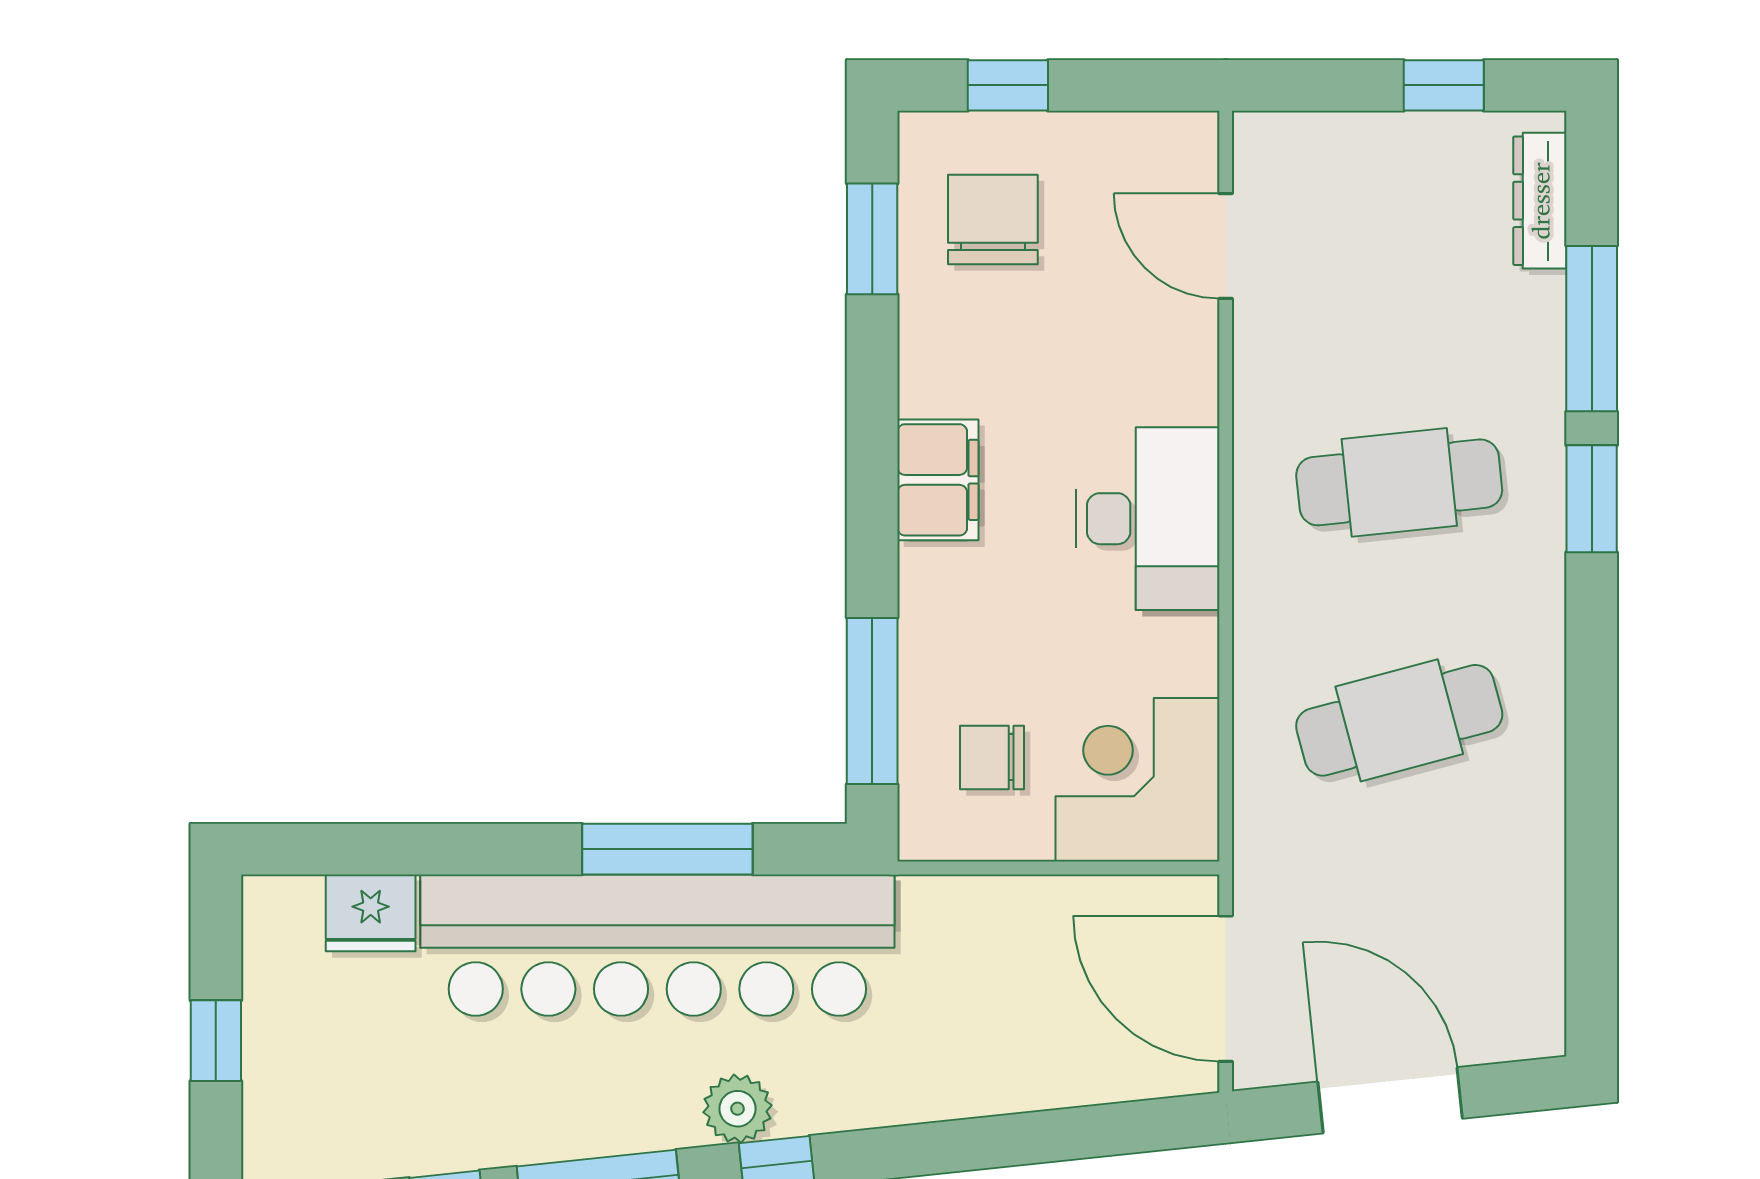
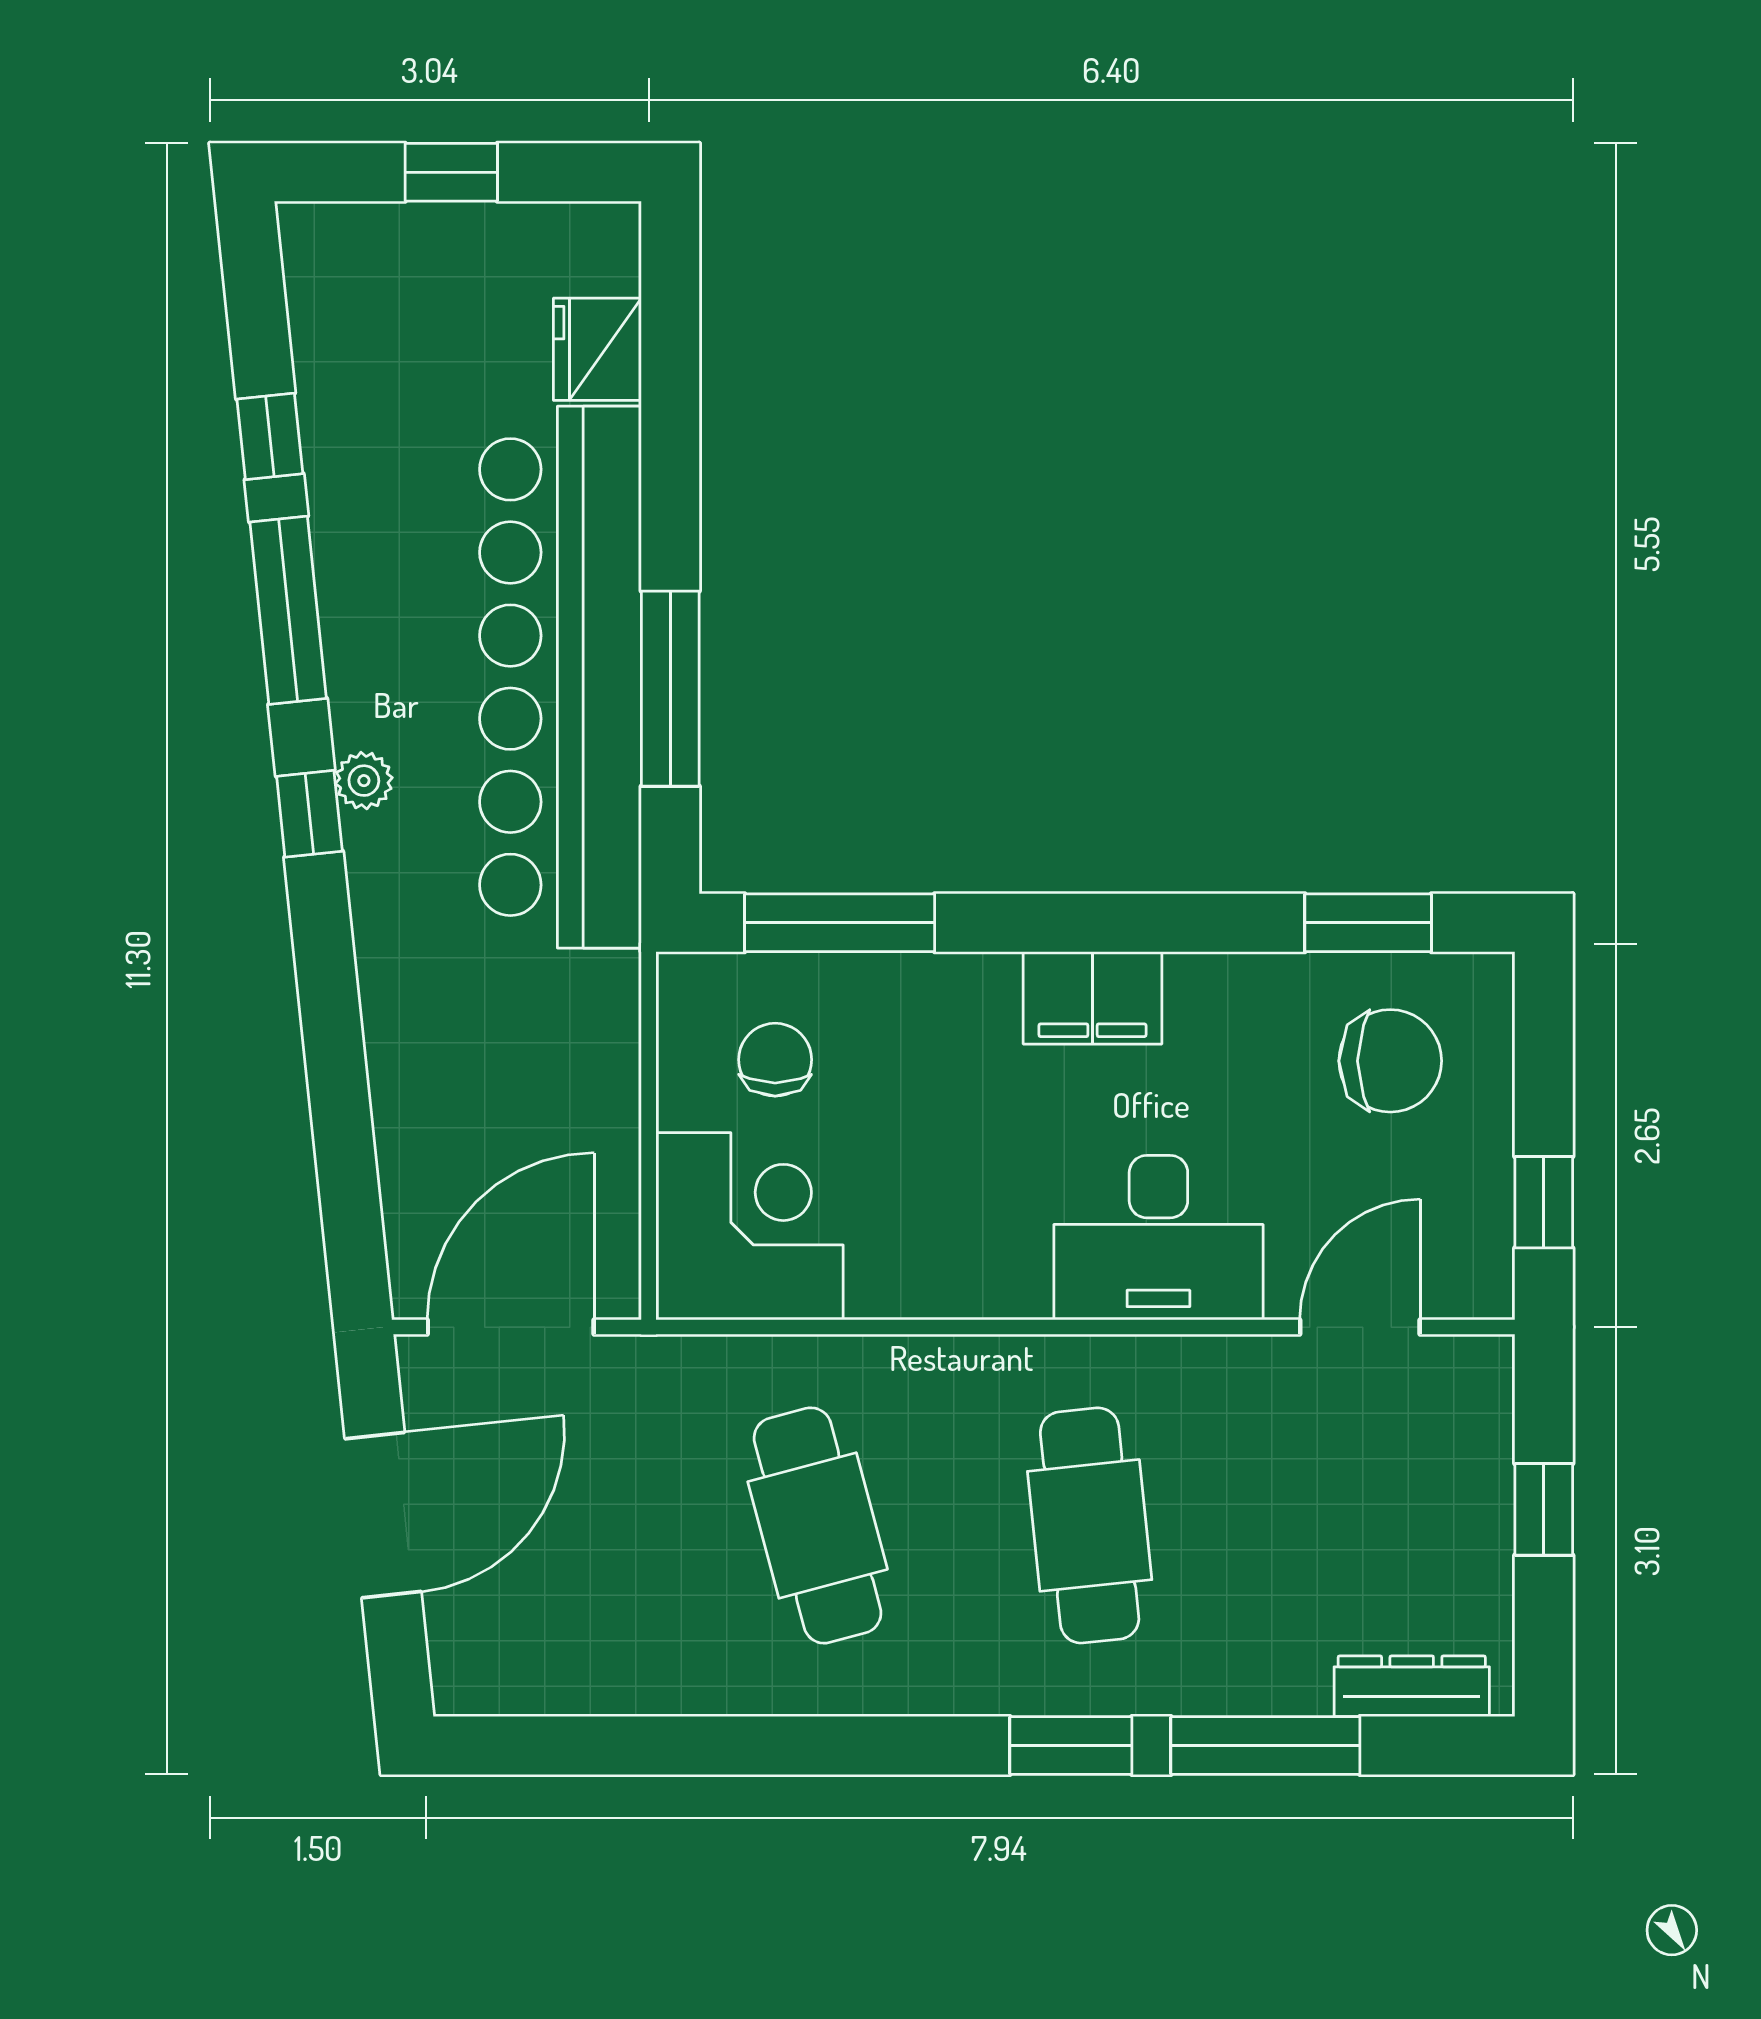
window: (1008, 85) -> (1544, 1202), moved
window: (1444, 85) -> (1544, 1509), moved
desk: (1147, 519) -> (1158, 1238), moved
plant: (738, 1109) -> (364, 781), width x0.73, depth x0.73

